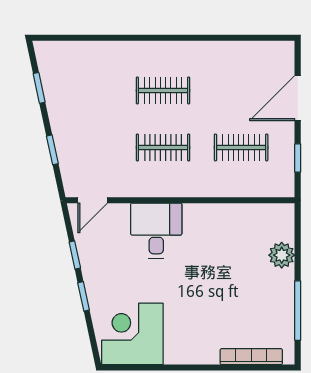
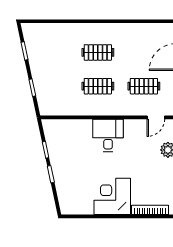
door: (93, 200) -> (156, 117), moved
desk: (156, 231) -> (108, 135), moved
corner desk: (132, 334) -> (112, 196), moved

